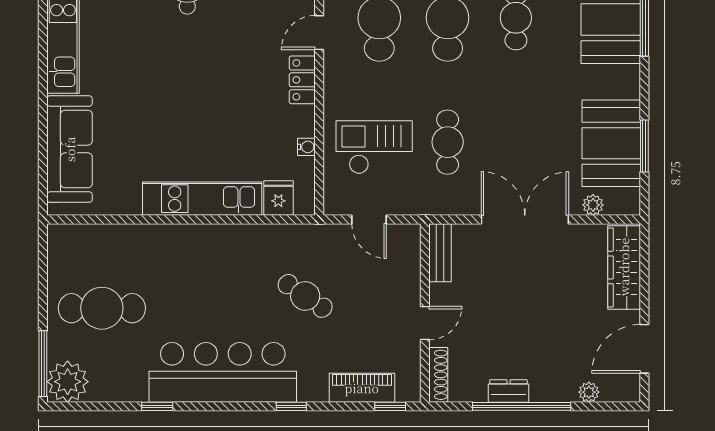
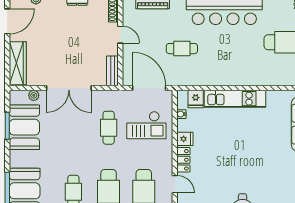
door: (319, 33) -> (175, 184), hinge flipped
fridge: (299, 121) -> (185, 139), added
water cooler: (306, 147) -> (181, 114), moved
door: (369, 219) -> (149, 88), width x1.88
cafe table: (305, 296) -> (182, 49), turned -34
door: (425, 323) -> (120, 35), swing flipped

